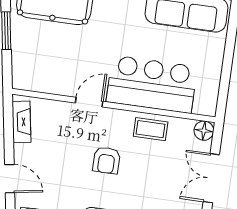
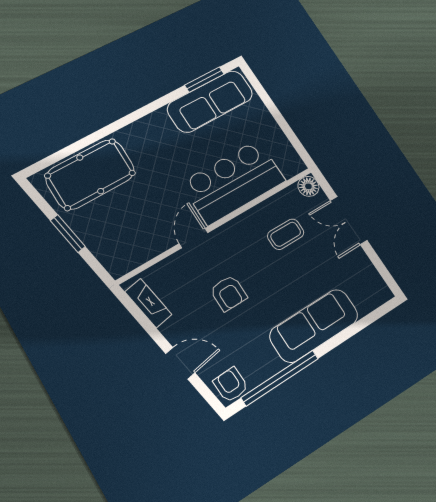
coffee table: (151, 129) -> (286, 234), moved
armchair: (106, 160) -> (229, 293), moved

